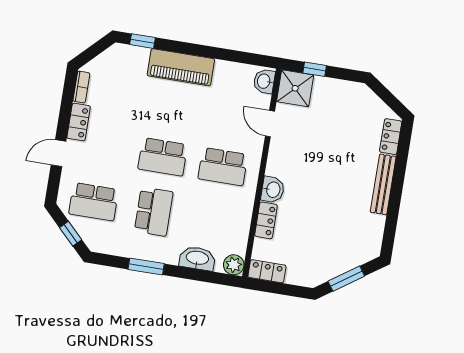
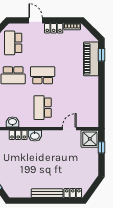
piano: (181, 67) -> (91, 59), moved
washbasin: (264, 81) -> (12, 122), moved
school desk: (163, 157) -> (43, 75), turned 90

